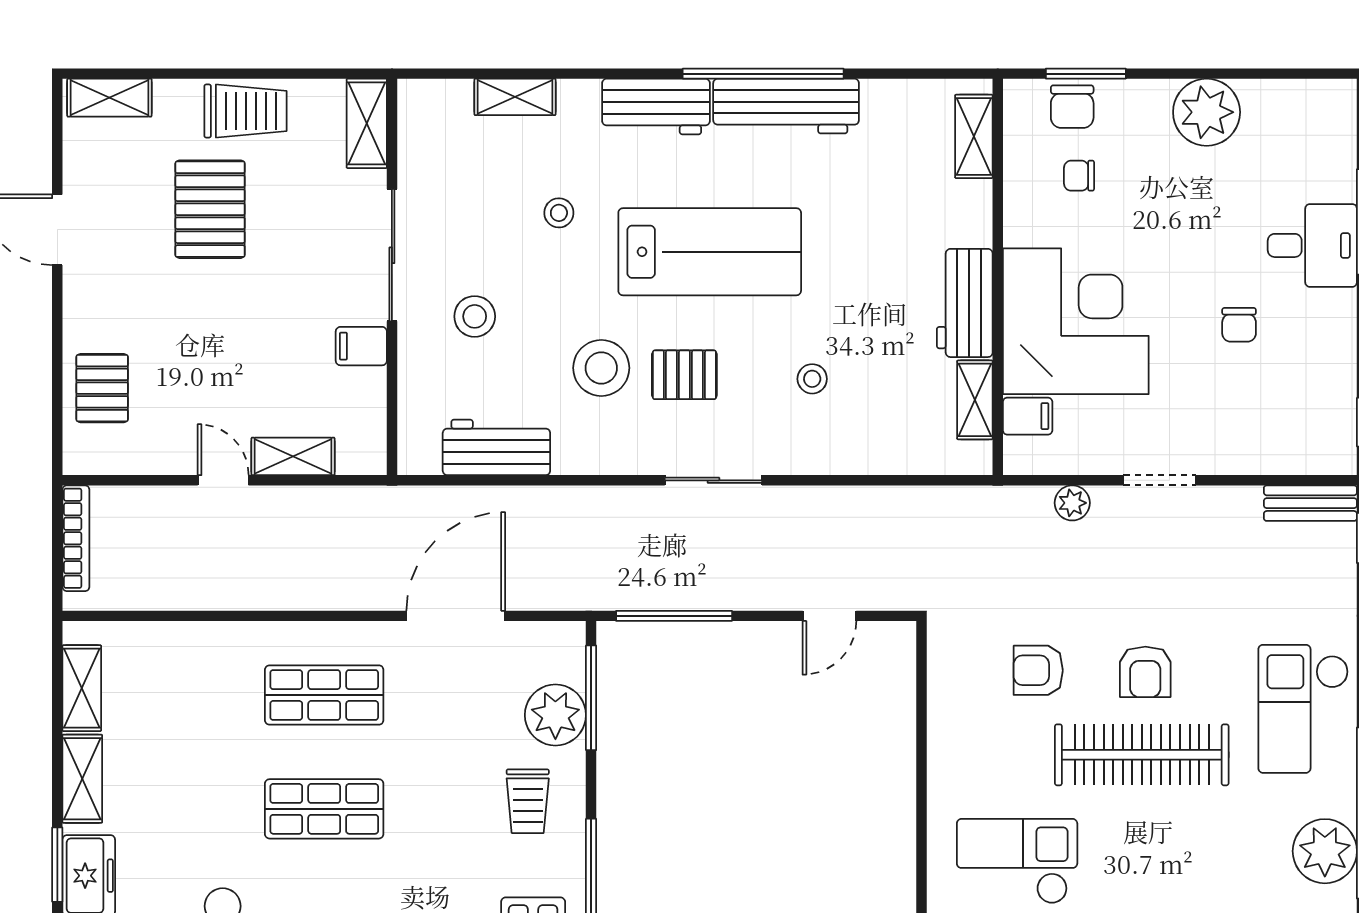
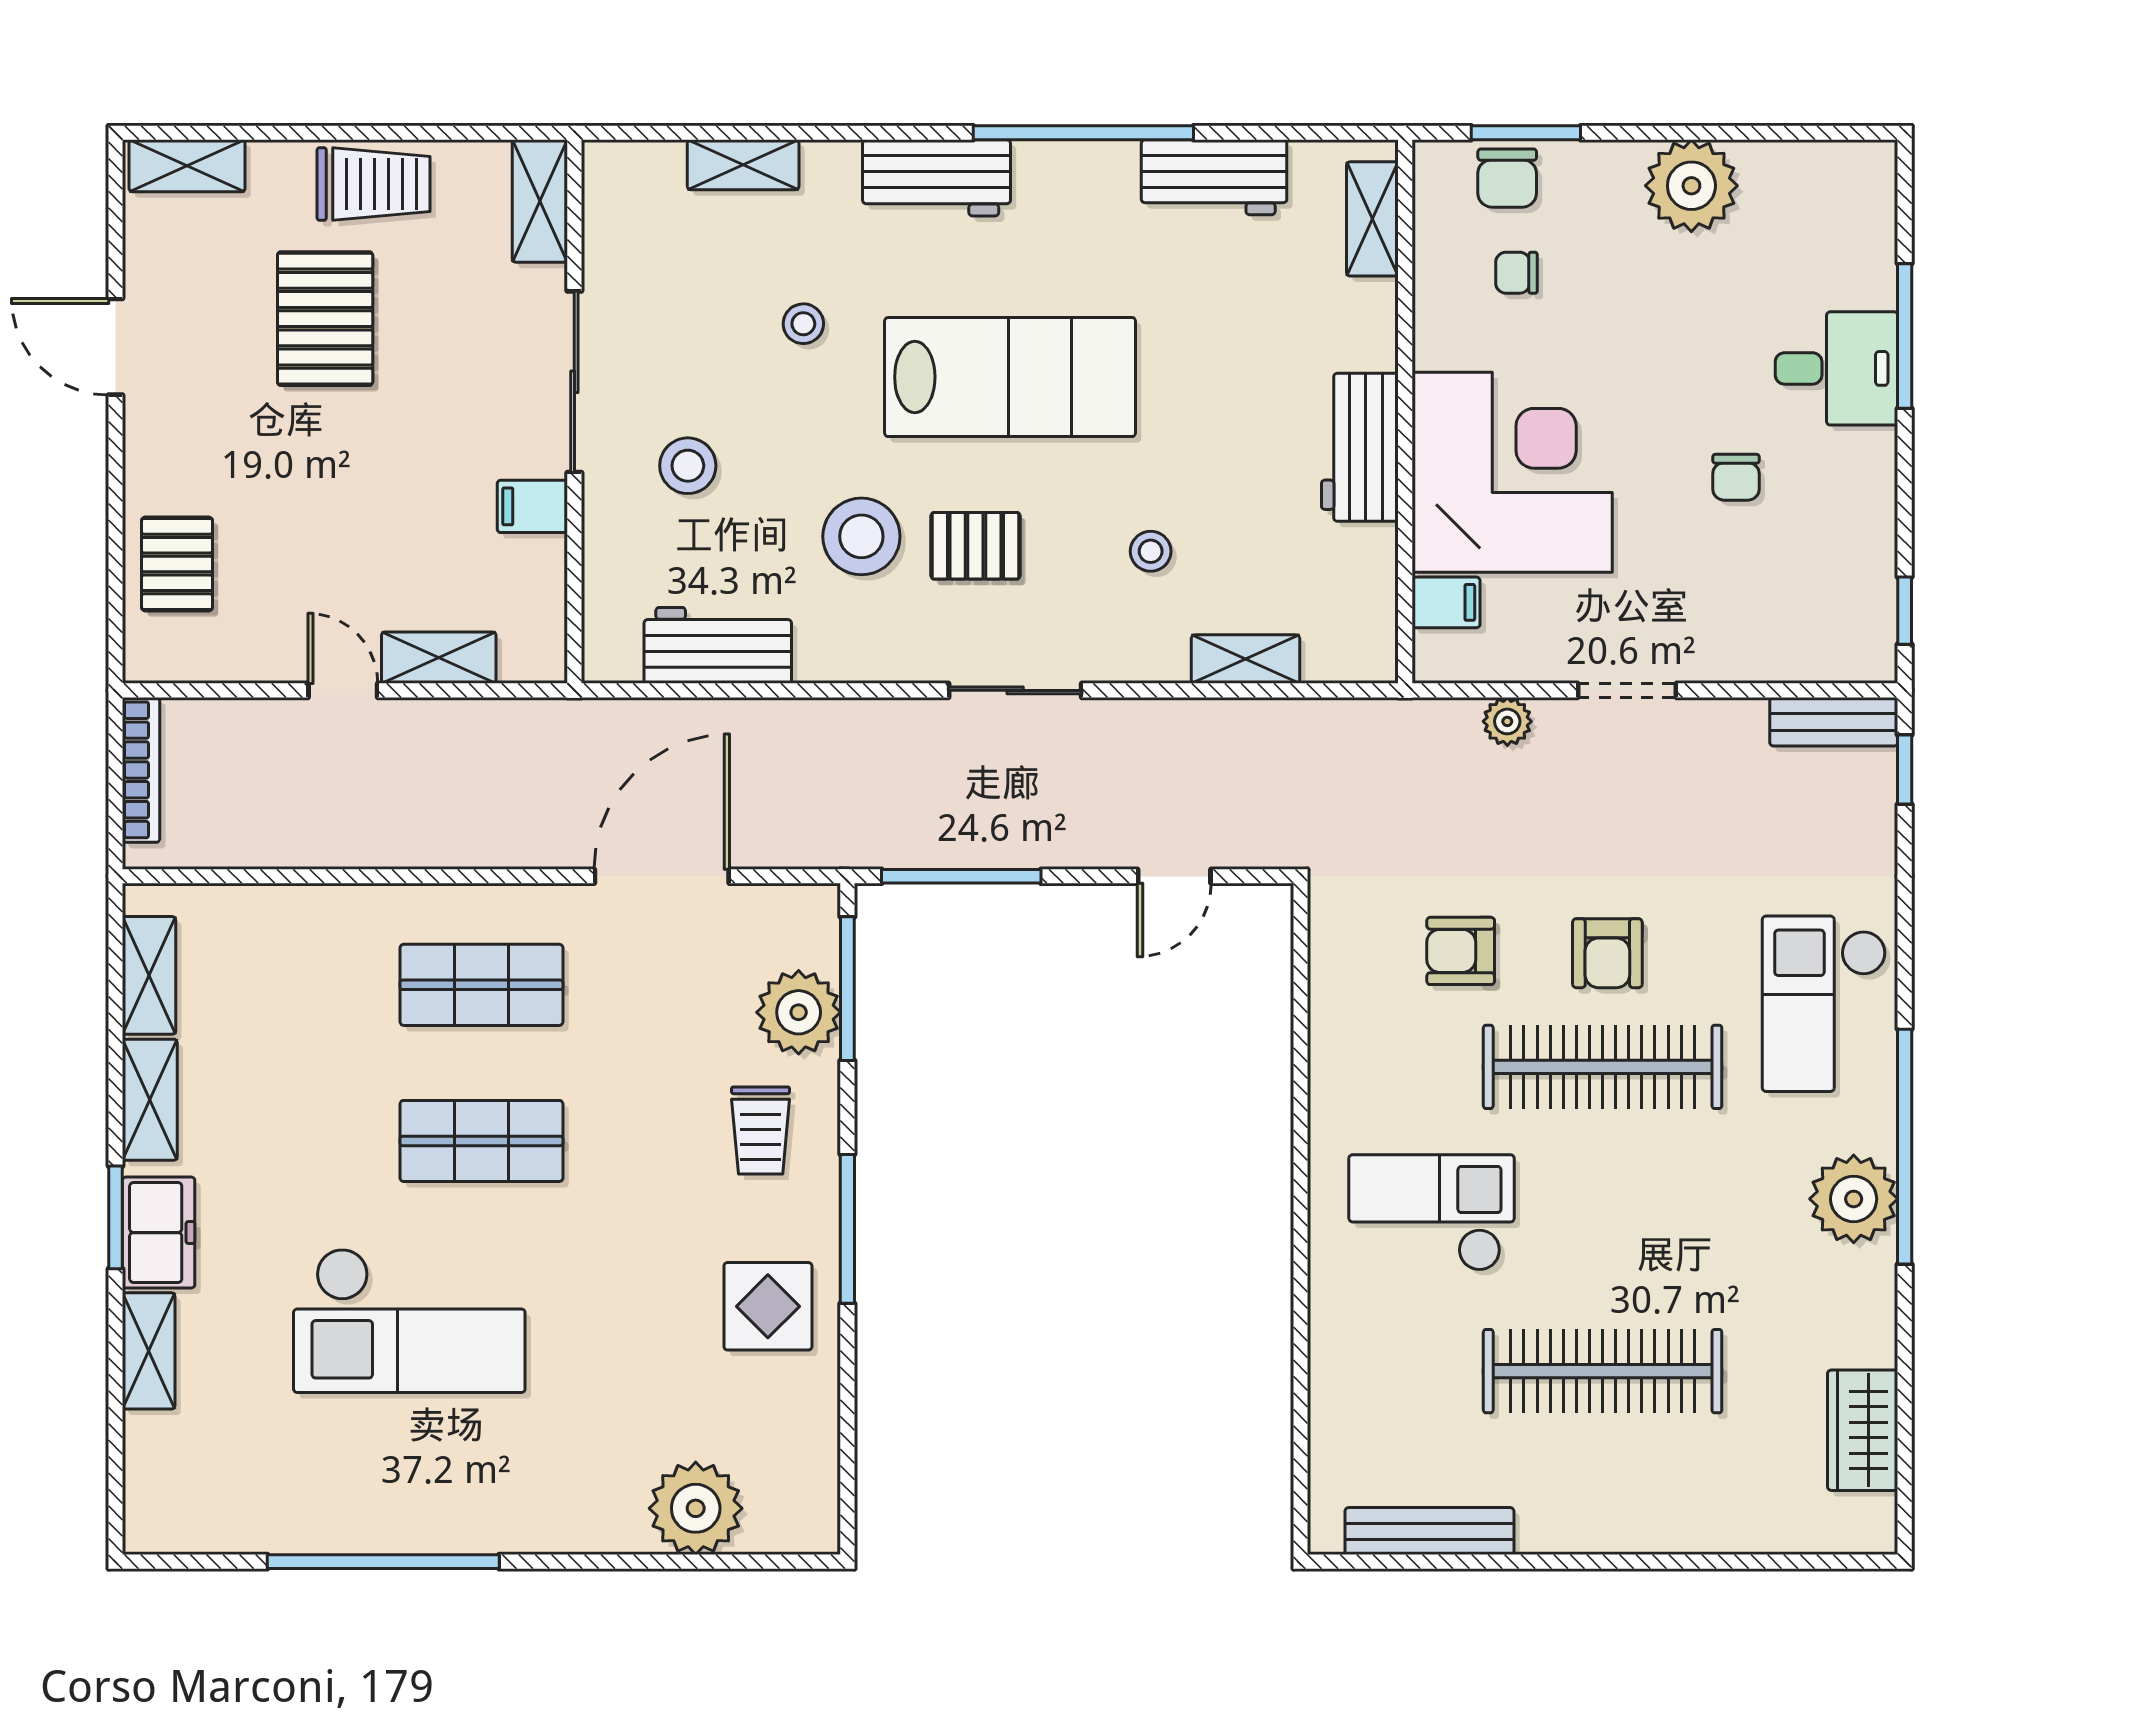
workbench: (786, 106) -> (1214, 177), moved, width x0.73
shelving: (975, 400) -> (1245, 659), moved, turned 90

